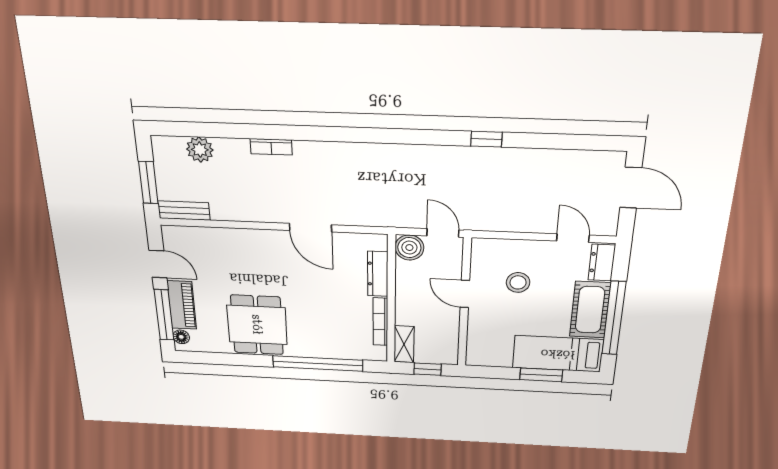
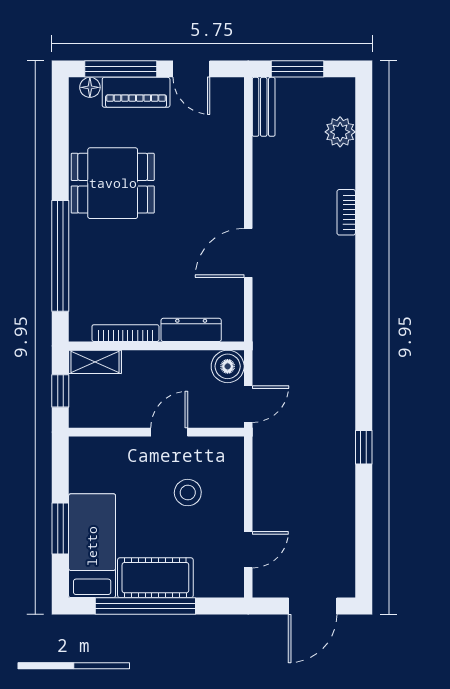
dresser: (602, 263) -> (219, 585), removed
door: (158, 264) -> (191, 69), hinge flipped

